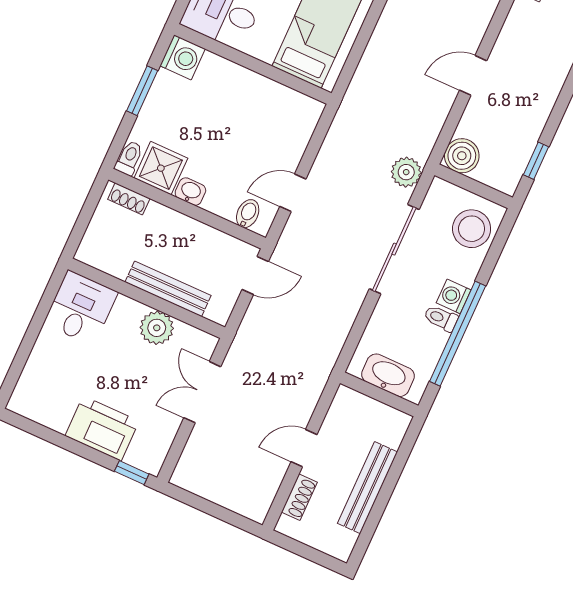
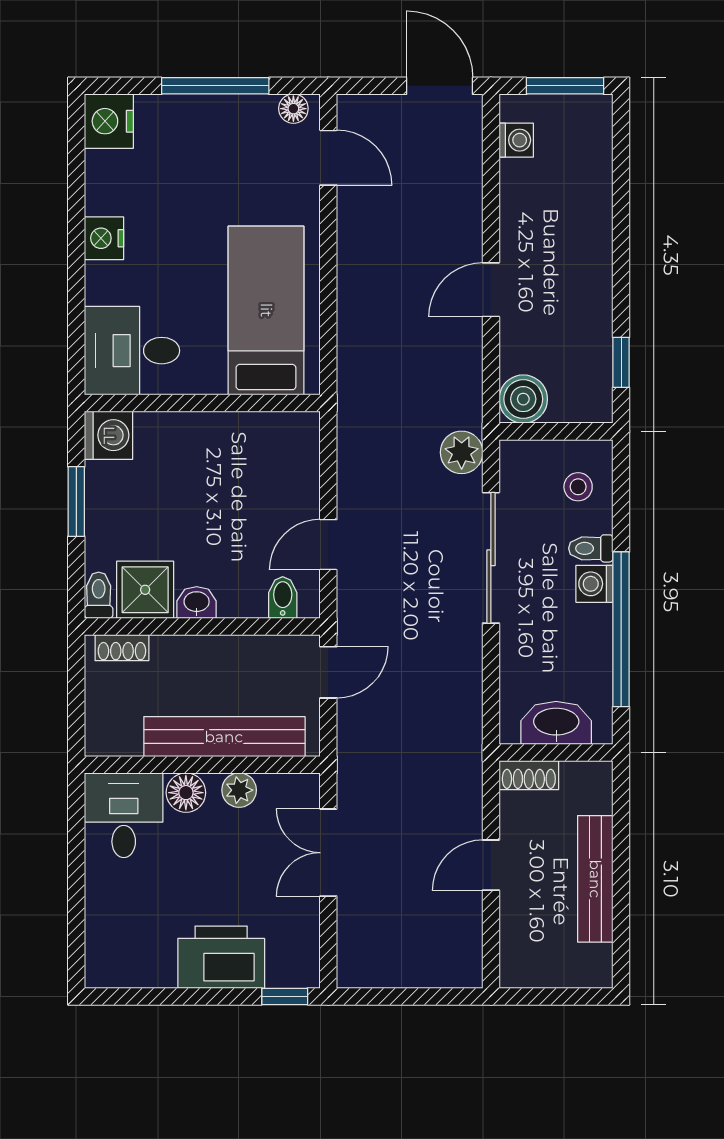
stool: (472, 229) -> (578, 487), width x0.53, depth x0.53
bench: (168, 289) -> (224, 737), width x1.37, depth x1.21
floor lamp: (128, 312) -> (186, 793), added
toilet: (441, 318) -> (591, 548), moved
plant: (157, 328) -> (239, 790), width x0.73, depth x0.73
shoe rack: (299, 497) -> (529, 775), moved, turned 90

